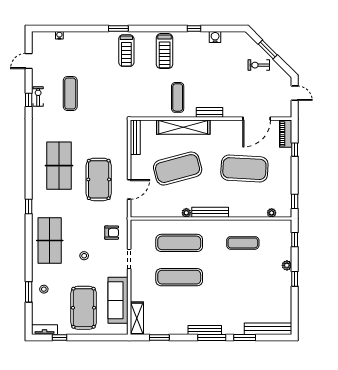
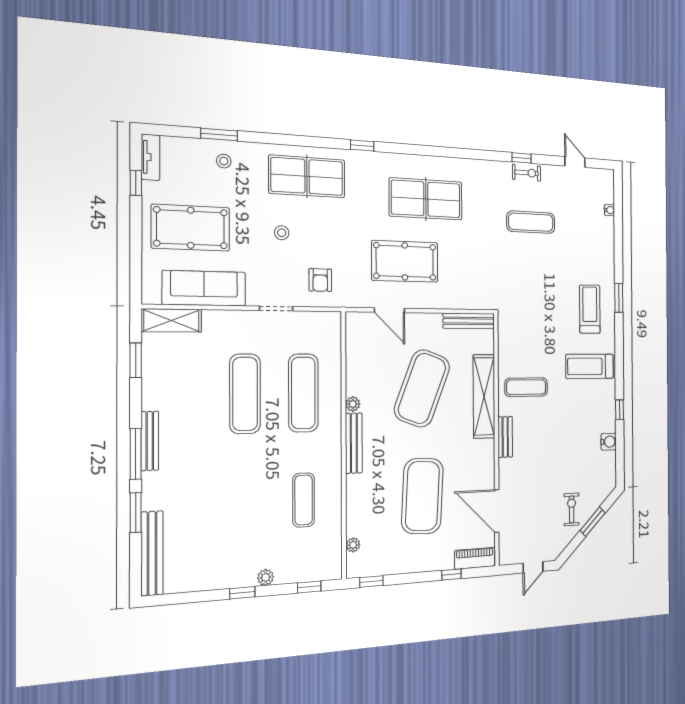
treadmill: (126, 51) -> (590, 309), turned 90
exercise mat: (178, 169) -> (422, 388), turned 36

